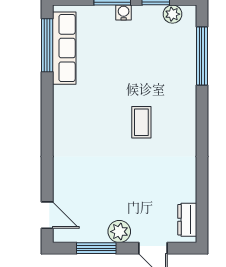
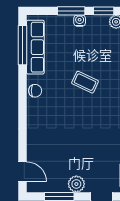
chair: (64, 106) -> (35, 91), added
coffee table: (141, 122) -> (85, 82), moved, turned -65

